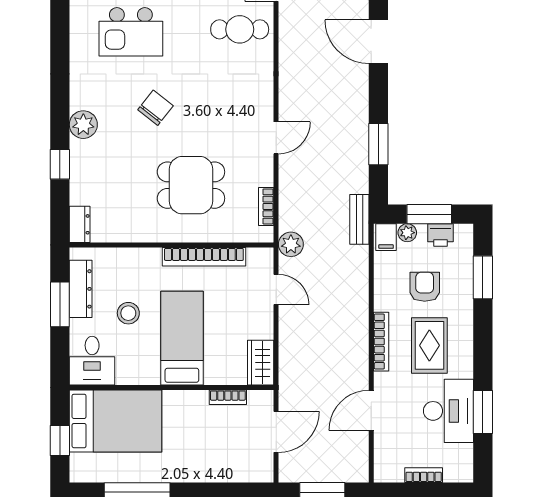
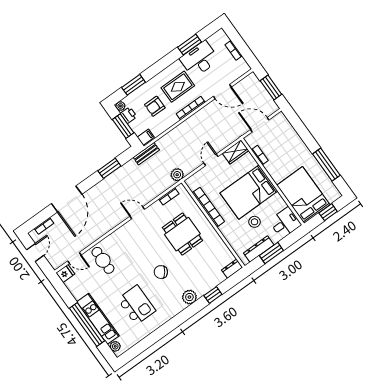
door: (378, 42) -> (67, 199), width x1.36
plant: (407, 233) -> (120, 106), moved
door: (276, 290) -> (211, 160), moved
bed: (182, 338) -> (249, 192), width x1.50

